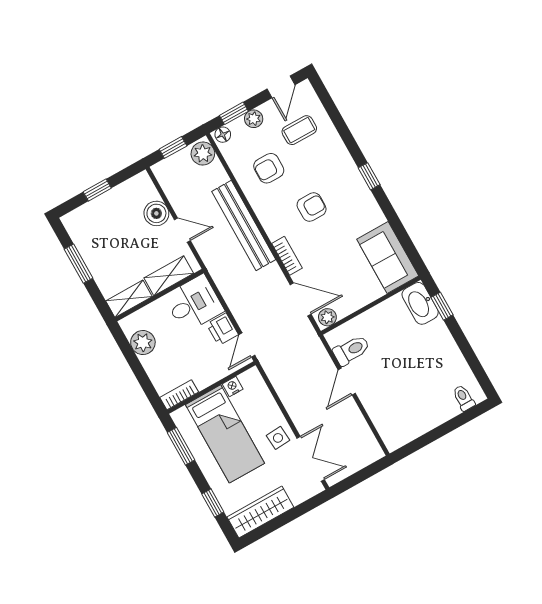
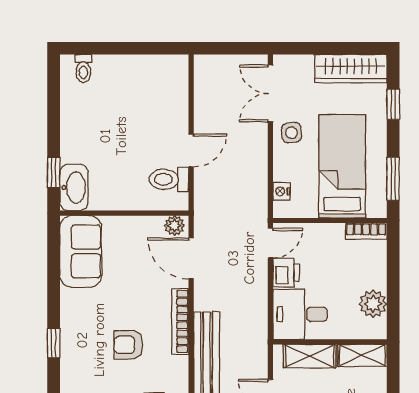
bookcase: (287, 256) -> (180, 322), width x1.56
nightstand: (233, 387) -> (281, 191), moved, turned 90

